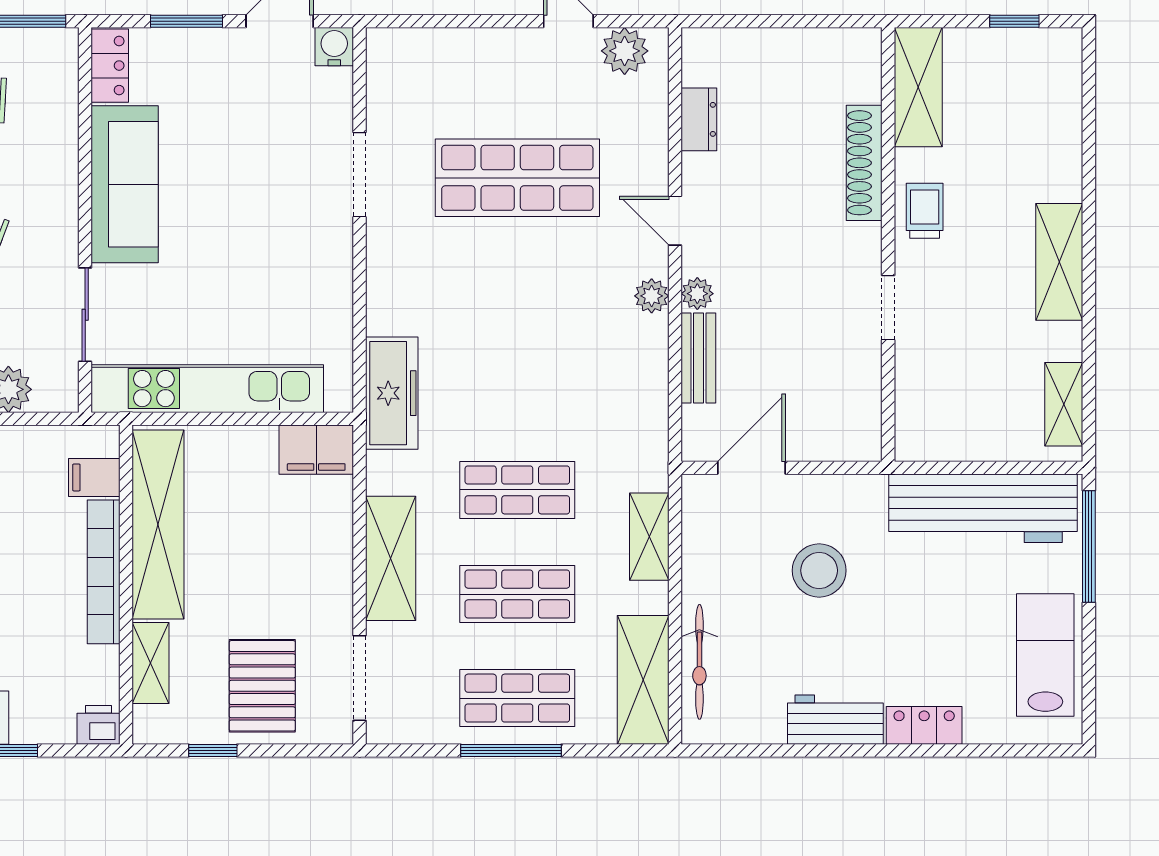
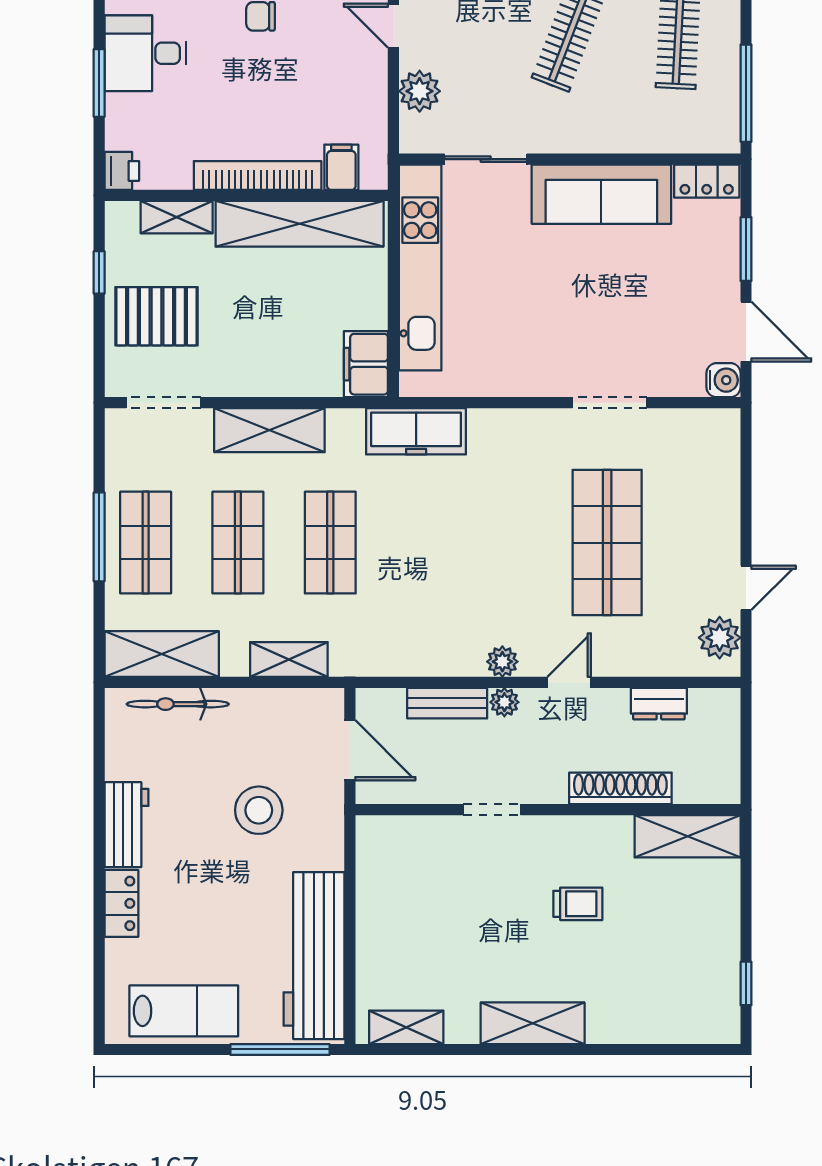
shelving: (918, 87) -> (688, 836), moved
shoe rack: (864, 163) -> (620, 788), moved
wall: (888, 245) -> (548, 810), moved
doorway: (888, 308) -> (492, 810), moved

